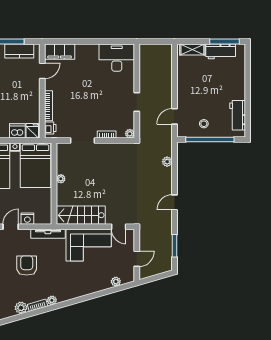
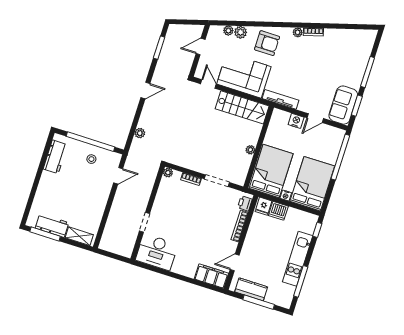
doorway: (137, 102) -> (145, 222), moved
armchair: (27, 265) -> (267, 43), moved, turned -90
plant: (21, 308) -> (241, 32), moved

